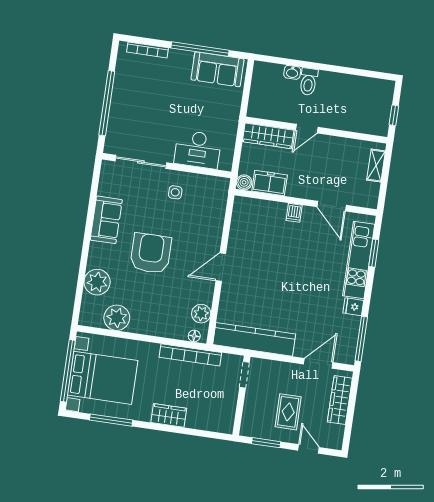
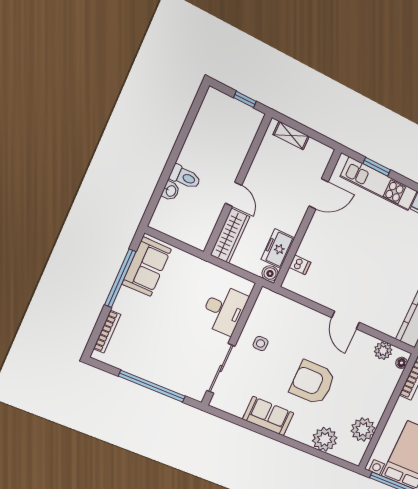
dishwasher: (294, 213) -> (300, 265), moved

